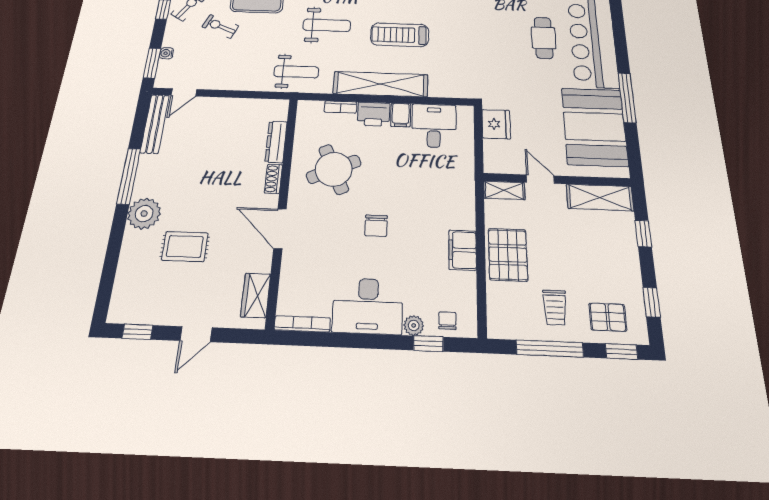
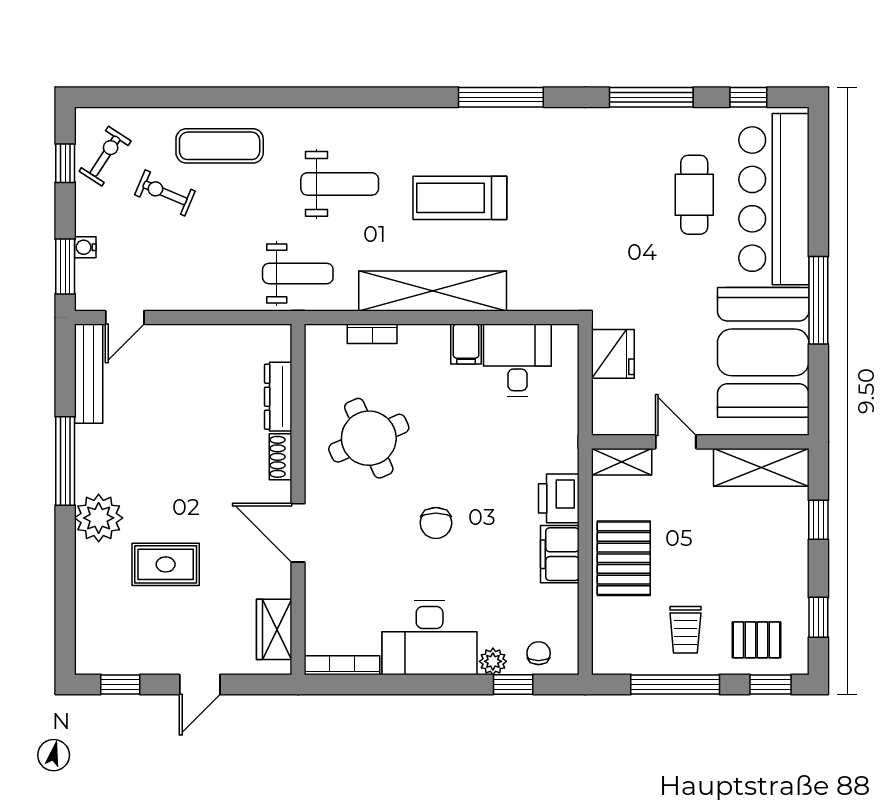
printer: (373, 114) -> (559, 498), moved, turned 90

